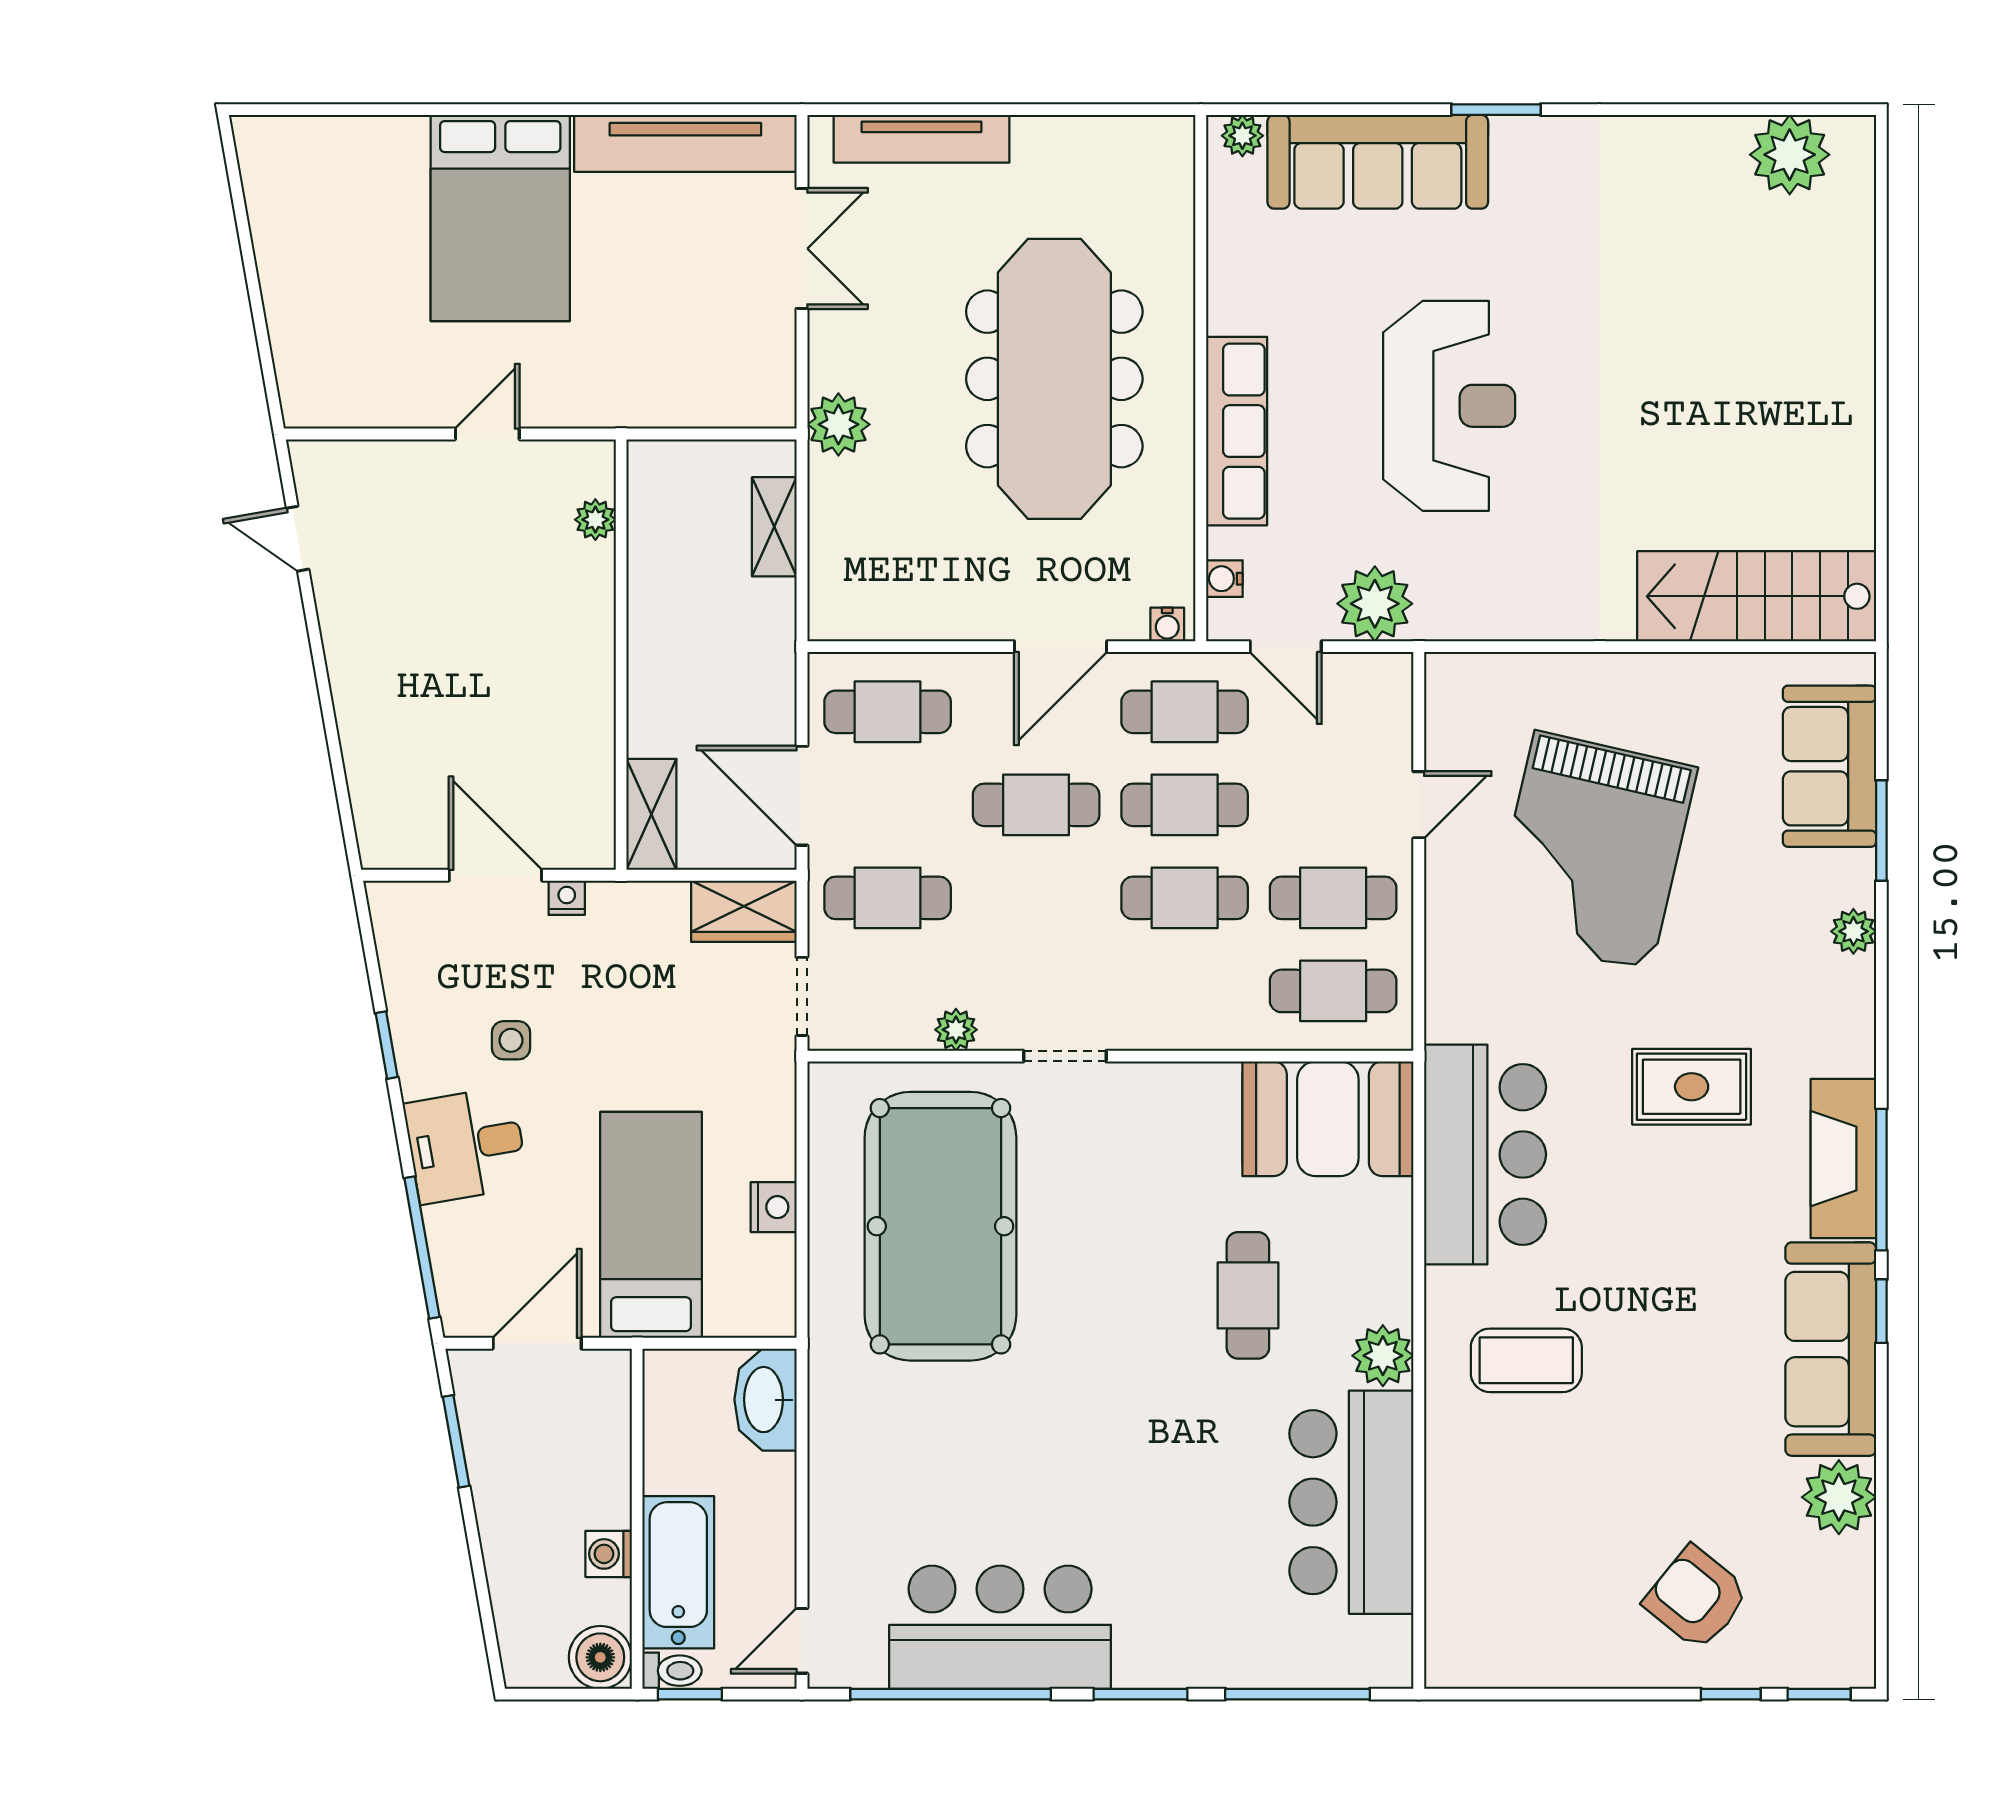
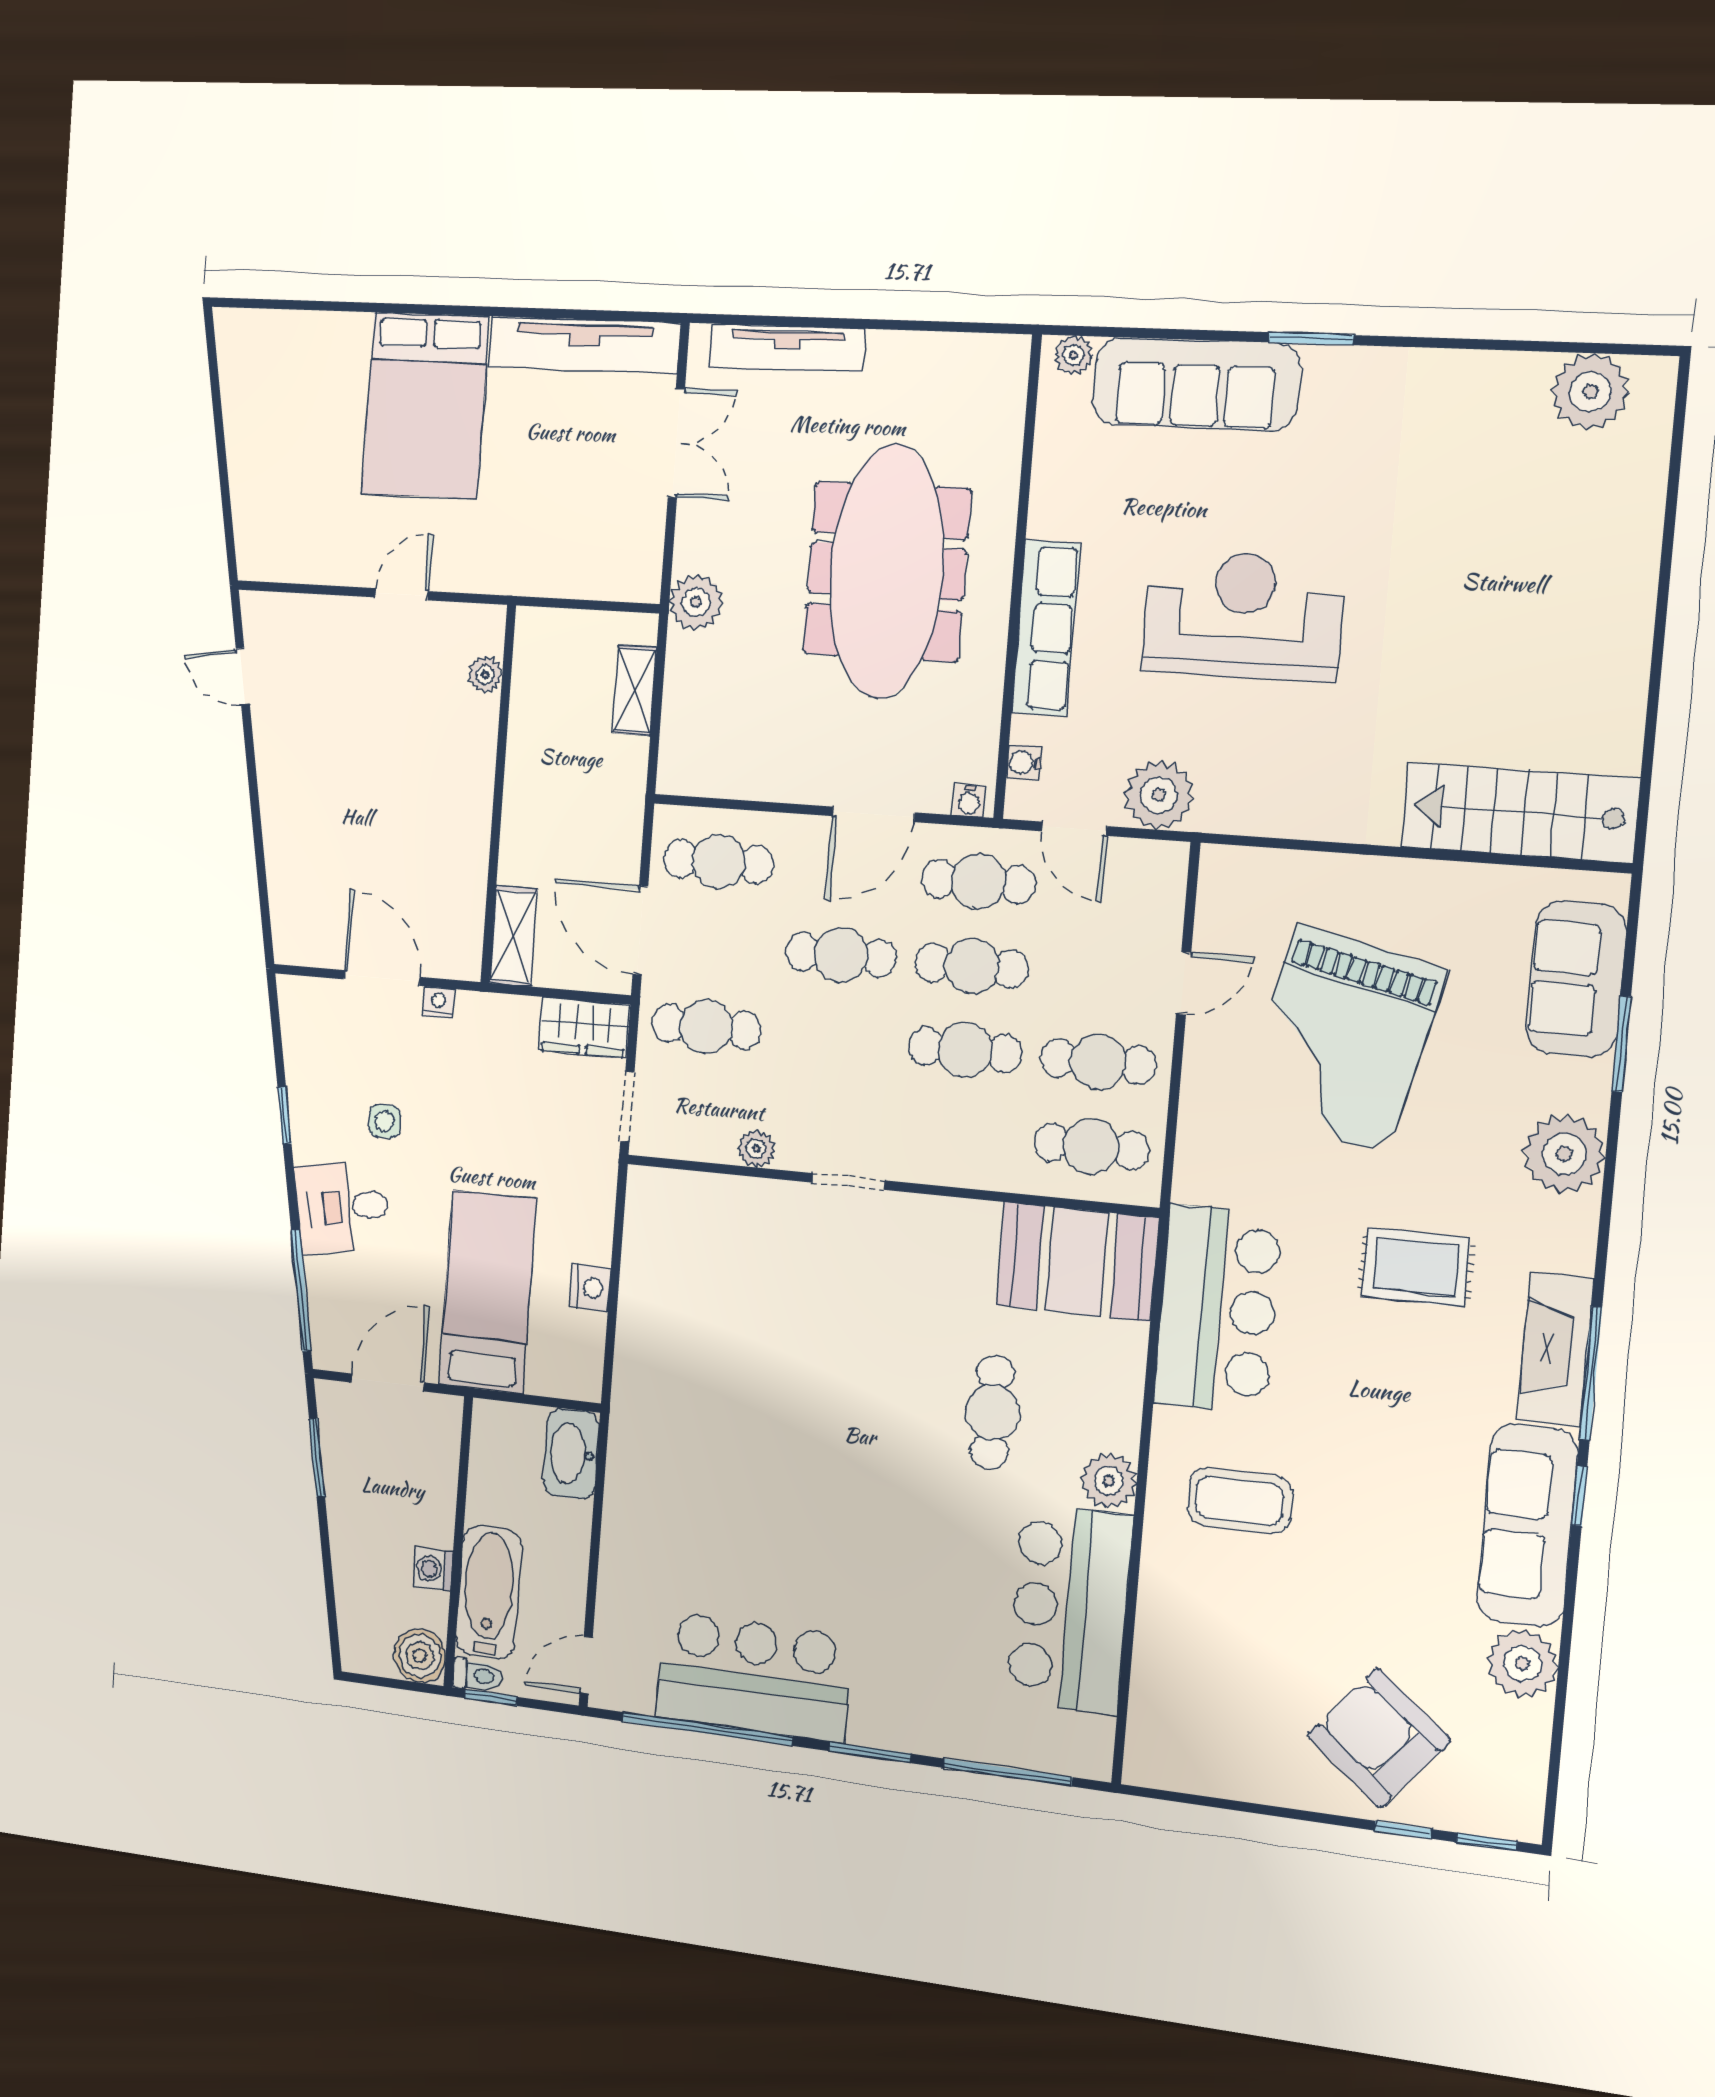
reception desk: (1449, 406) -> (1243, 615), turned -90
plant: (1853, 931) -> (1564, 1154), width x1.88, depth x1.88
pool table: (940, 1226) -> (730, 1320), removed
armchair: (1696, 1598) -> (1379, 1738), width x1.36, depth x1.36

